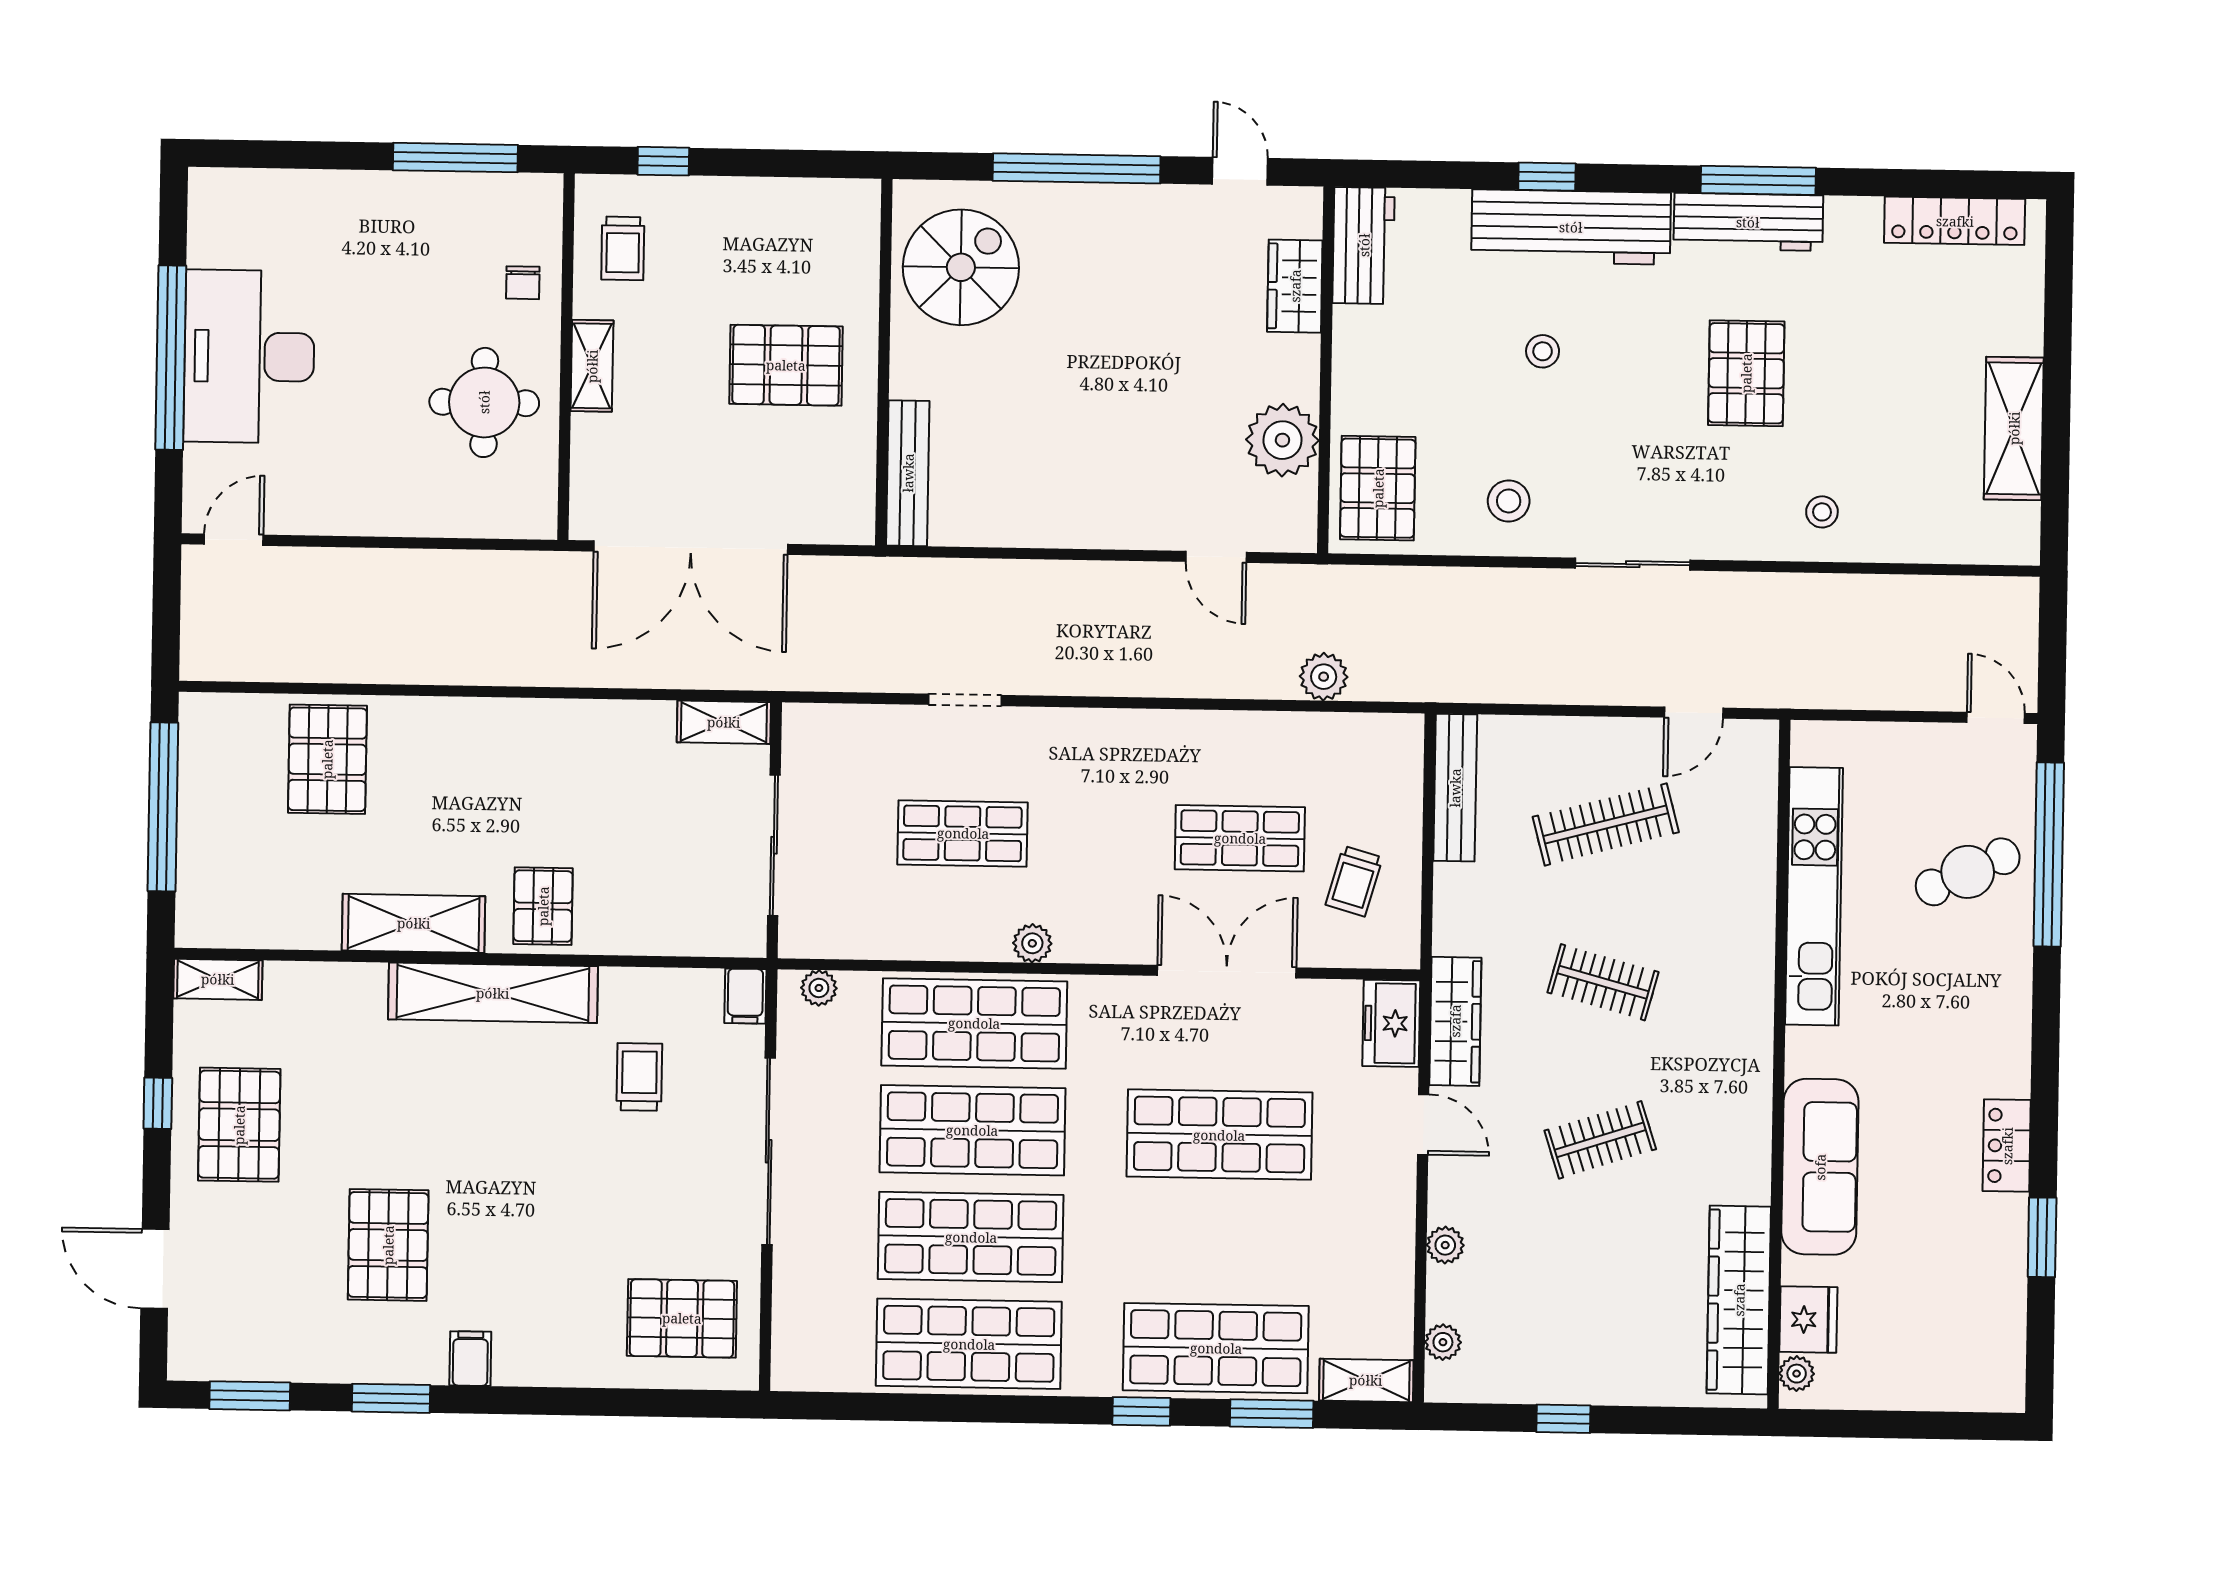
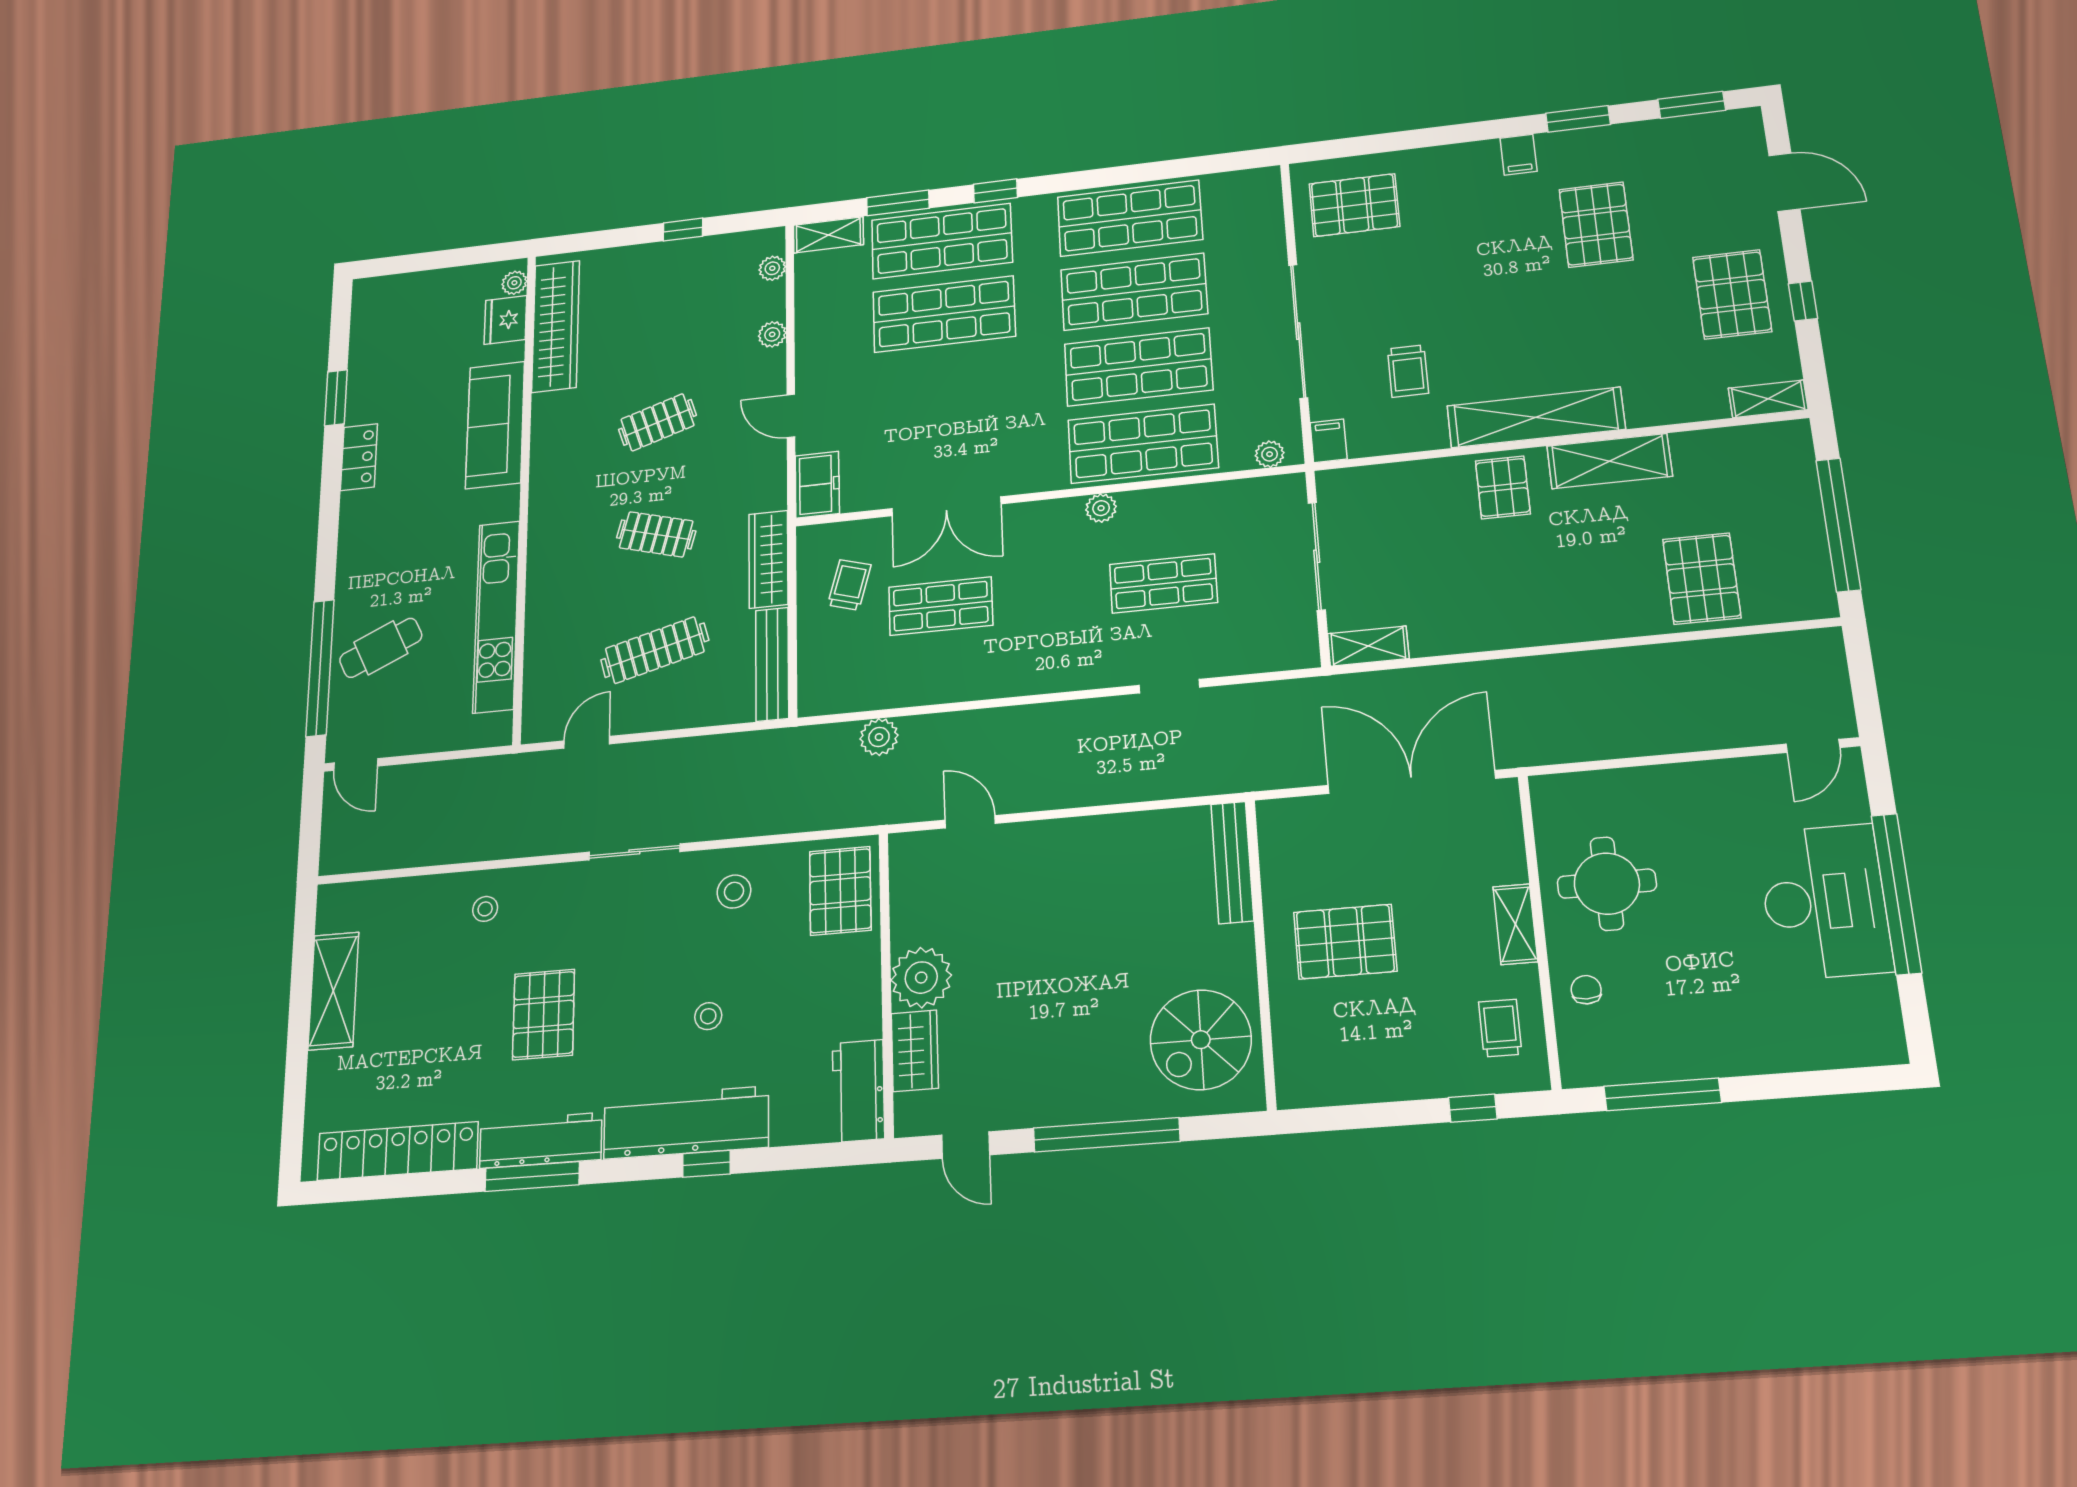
locker: (1955, 221) -> (398, 1151), width x1.41, depth x1.21
plant: (1282, 440) -> (921, 978), moved
wardrobe: (1455, 1021) -> (768, 559), moved
shop shelf: (1219, 1135) -> (944, 314), moved

